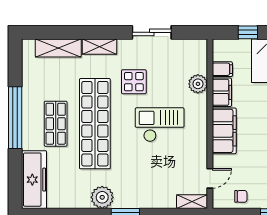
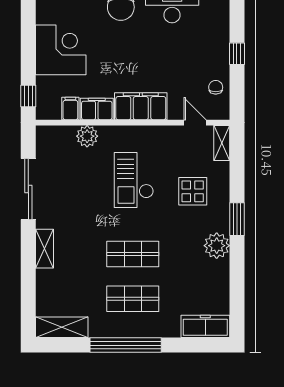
sliding door: (152, 32) -> (28, 189), width x1.37
window: (248, 32) -> (28, 96), moved
shelving: (58, 48) -> (62, 327), moved, turned 90
display table: (134, 82) -> (193, 191), moved
shop shelf: (95, 124) -> (133, 254), width x0.50, depth x0.74
freezer: (34, 180) -> (205, 326), width x0.73, depth x0.79

